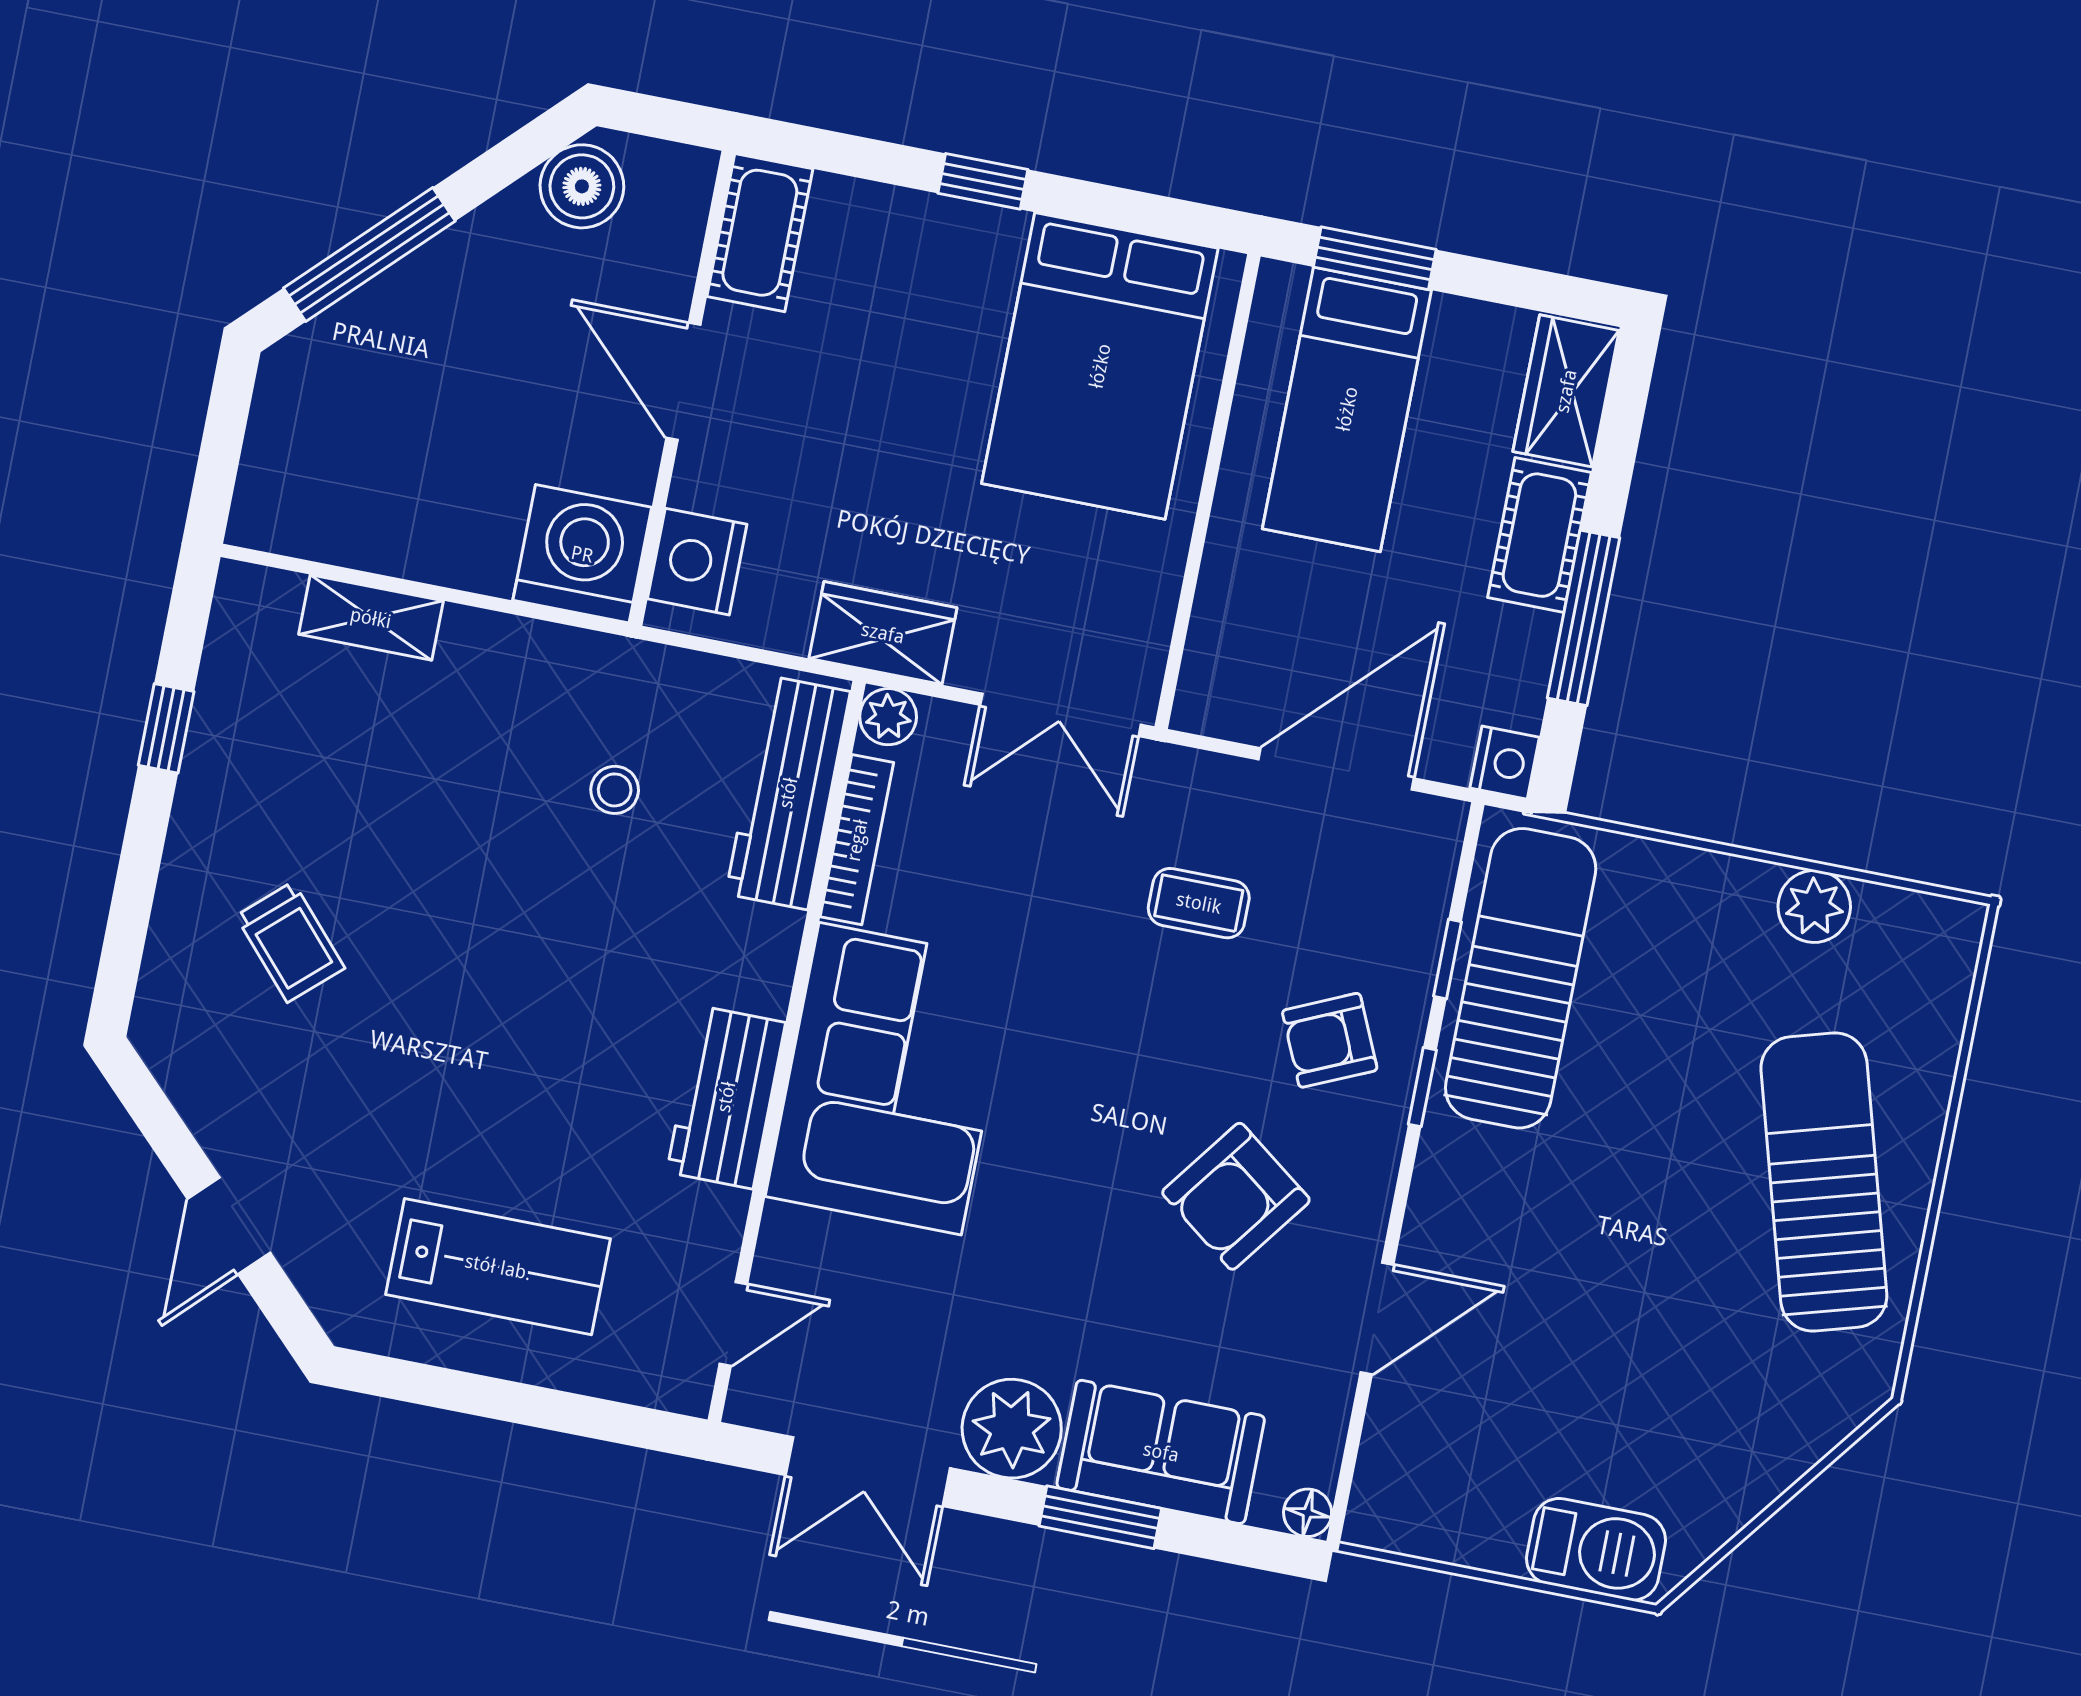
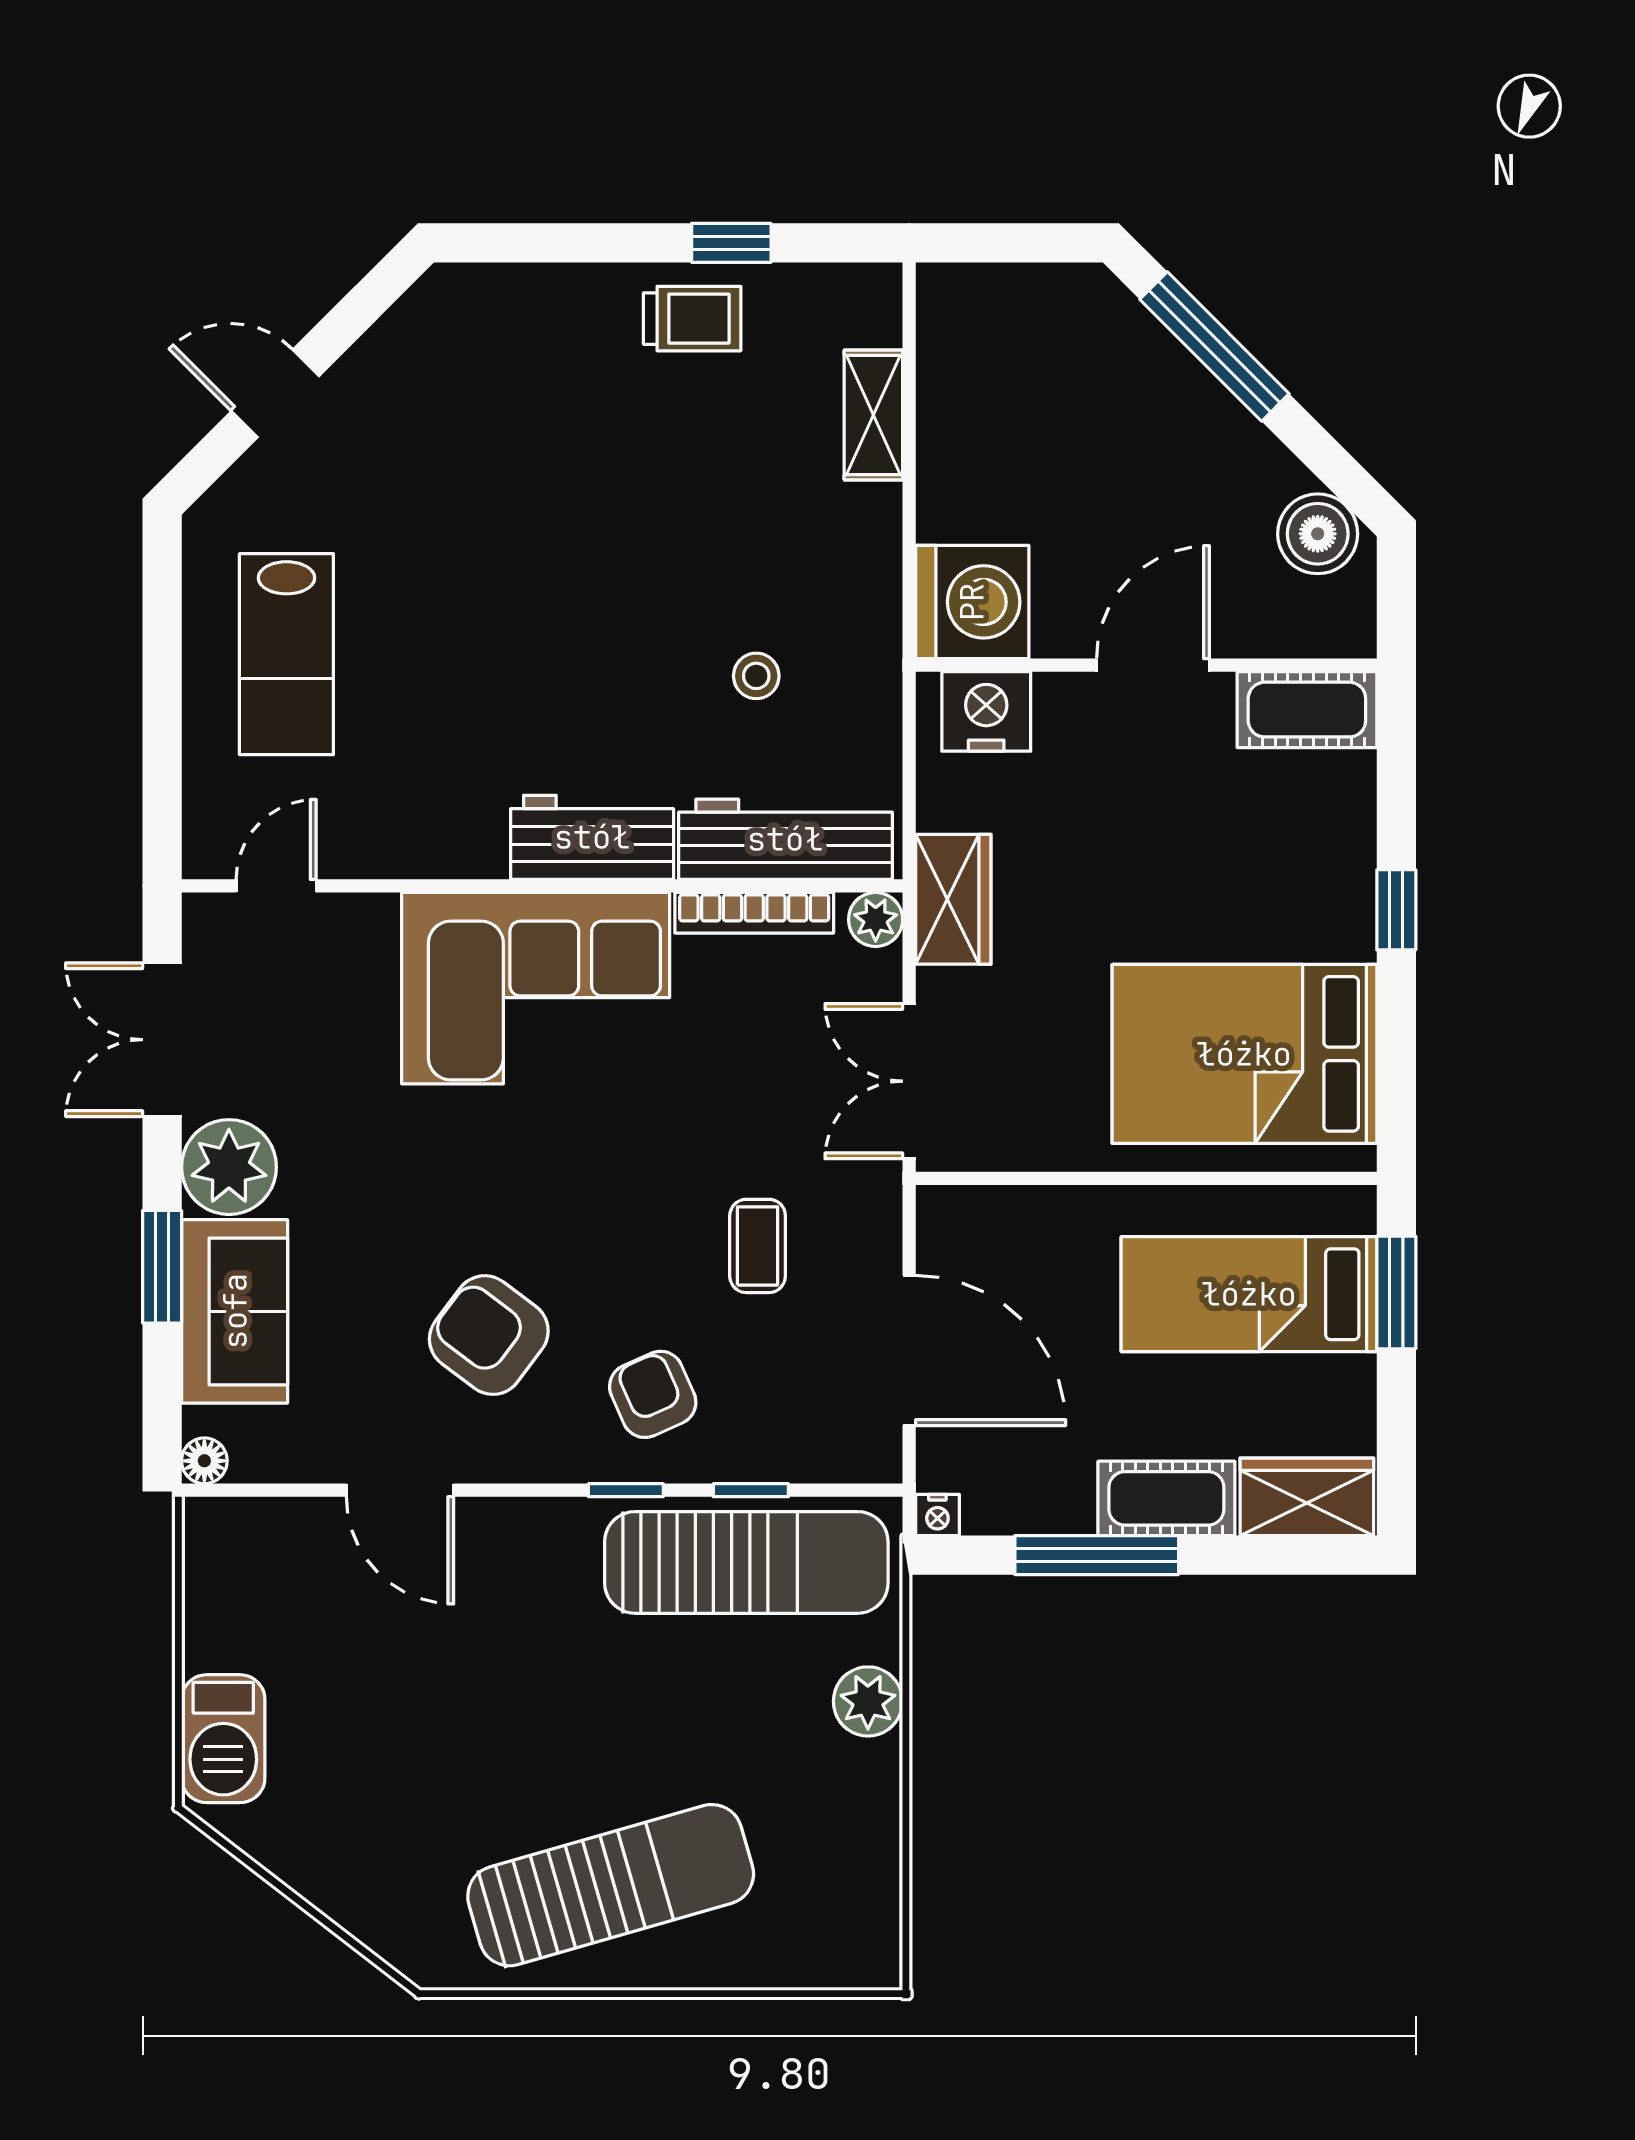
nightstand: (1505, 763) -> (937, 1515), width x0.72, depth x0.74
plant: (1814, 906) -> (868, 1701), moved
trolley: (290, 942) -> (692, 319), moved, turned -138
workbench: (726, 1097) -> (592, 837), moved
door: (733, 1324) -> (276, 886), swing flipped

